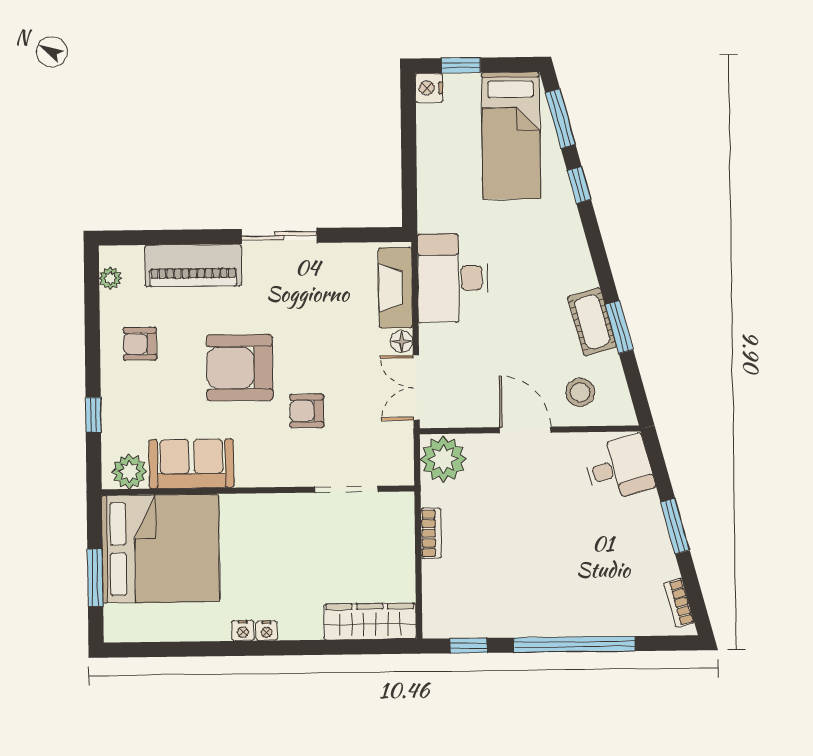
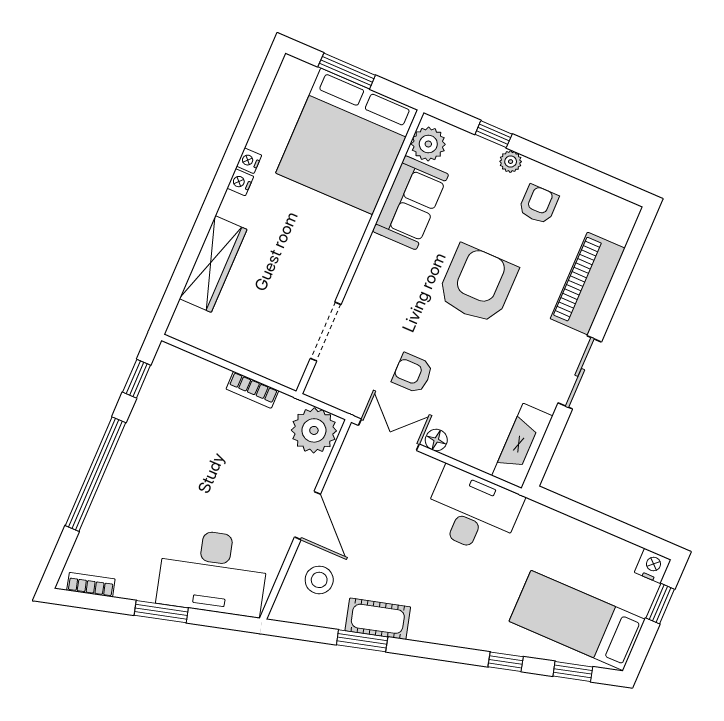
window: (560, 118) -> (573, 672), width x0.67
plant: (110, 278) -> (511, 162), moved
fireplace: (395, 288) -> (522, 446), moved, turned -90
armchair: (307, 411) -> (412, 373), moved, turned -90
door: (525, 430) -> (308, 516), hinge flipped
desk: (619, 468) -> (213, 572), width x1.87, depth x1.30
wardrobe: (370, 621) -> (213, 264), moved
nightstand: (267, 631) -> (249, 161), moved

